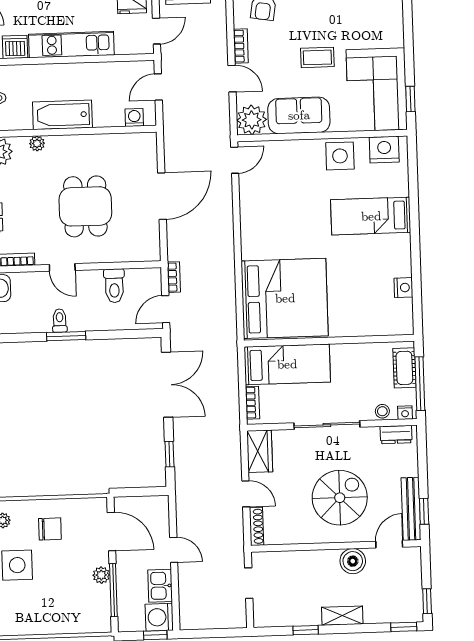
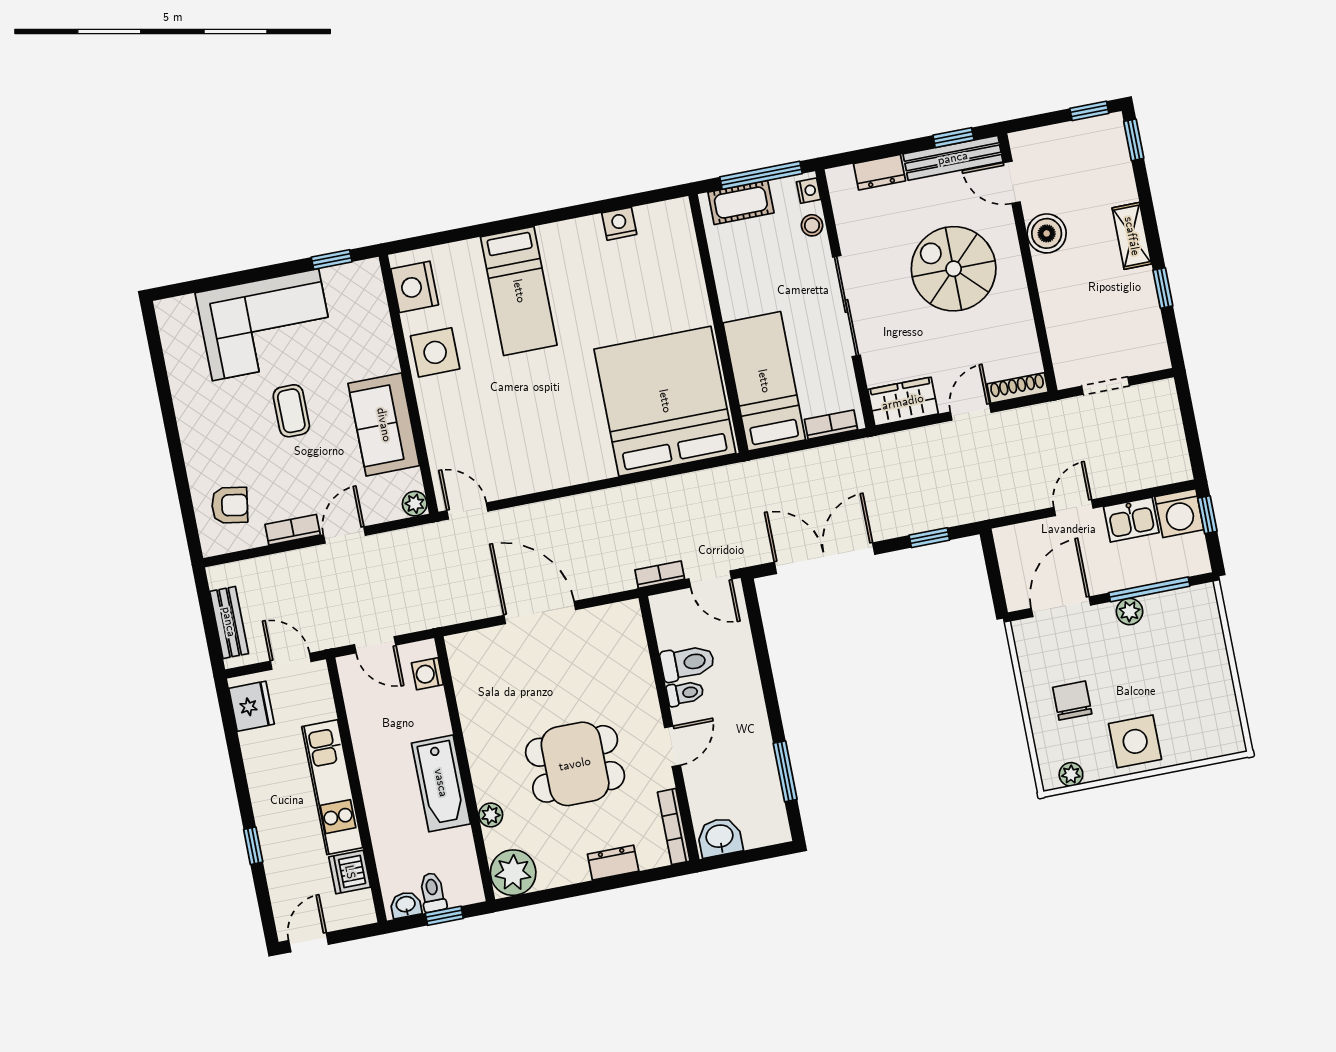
corner sofa: (377, 90) -> (265, 325), moved
plant: (252, 120) -> (415, 504), width x0.53, depth x0.53
dining table: (85, 206) -> (575, 764), moved
toilet: (60, 321) -> (685, 693), moved, turned 180
window: (66, 336) -> (785, 771), moved
dresser: (396, 435) -> (880, 172), moved, turned 90

